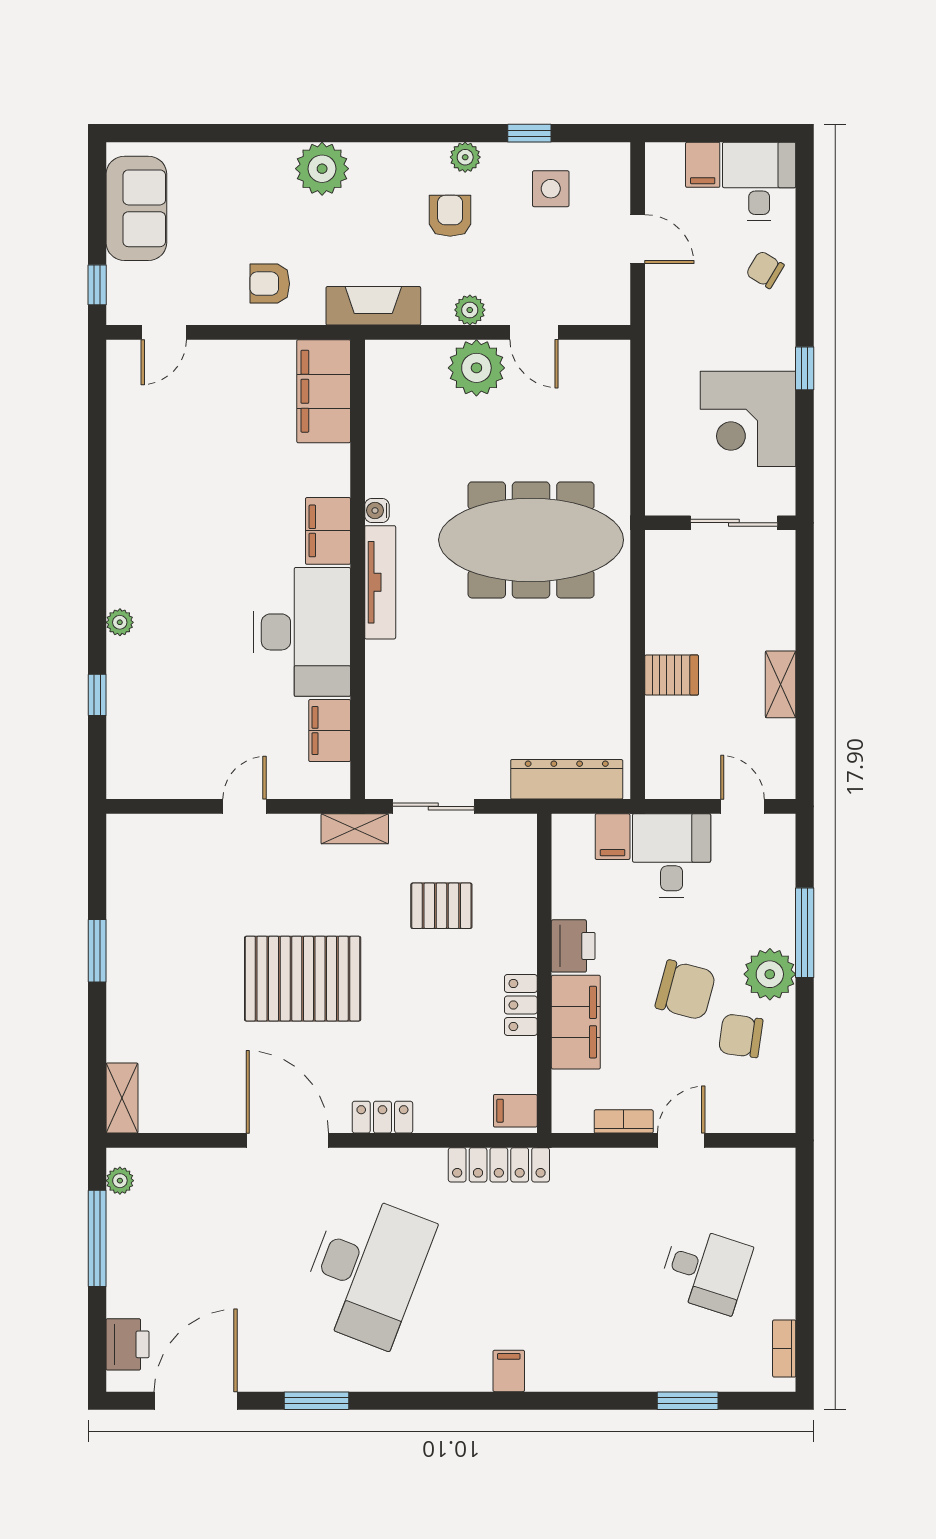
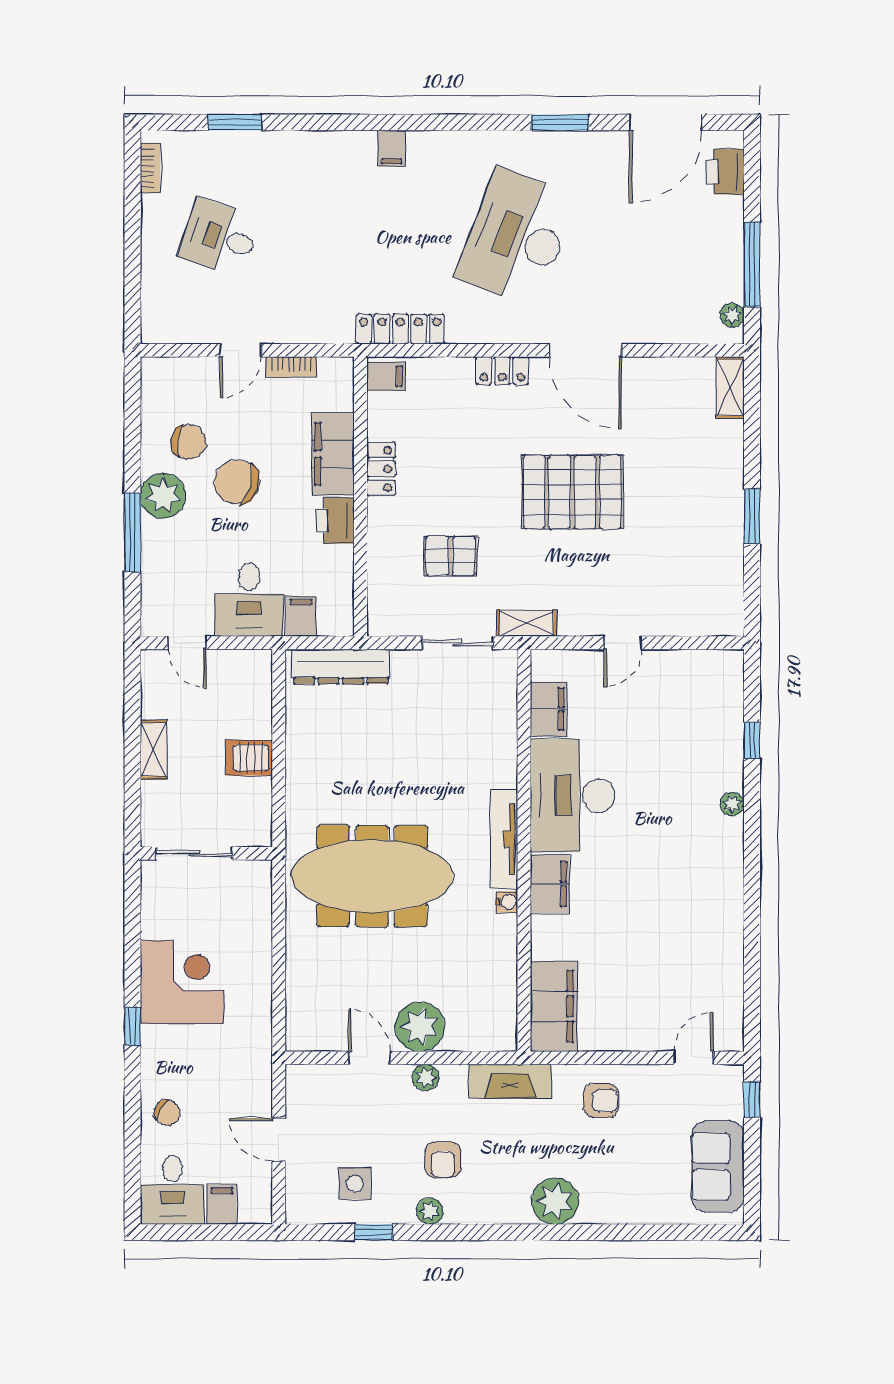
wall: (720, 523) -> (206, 853), moved
sliding door: (734, 523) -> (194, 853), moved

